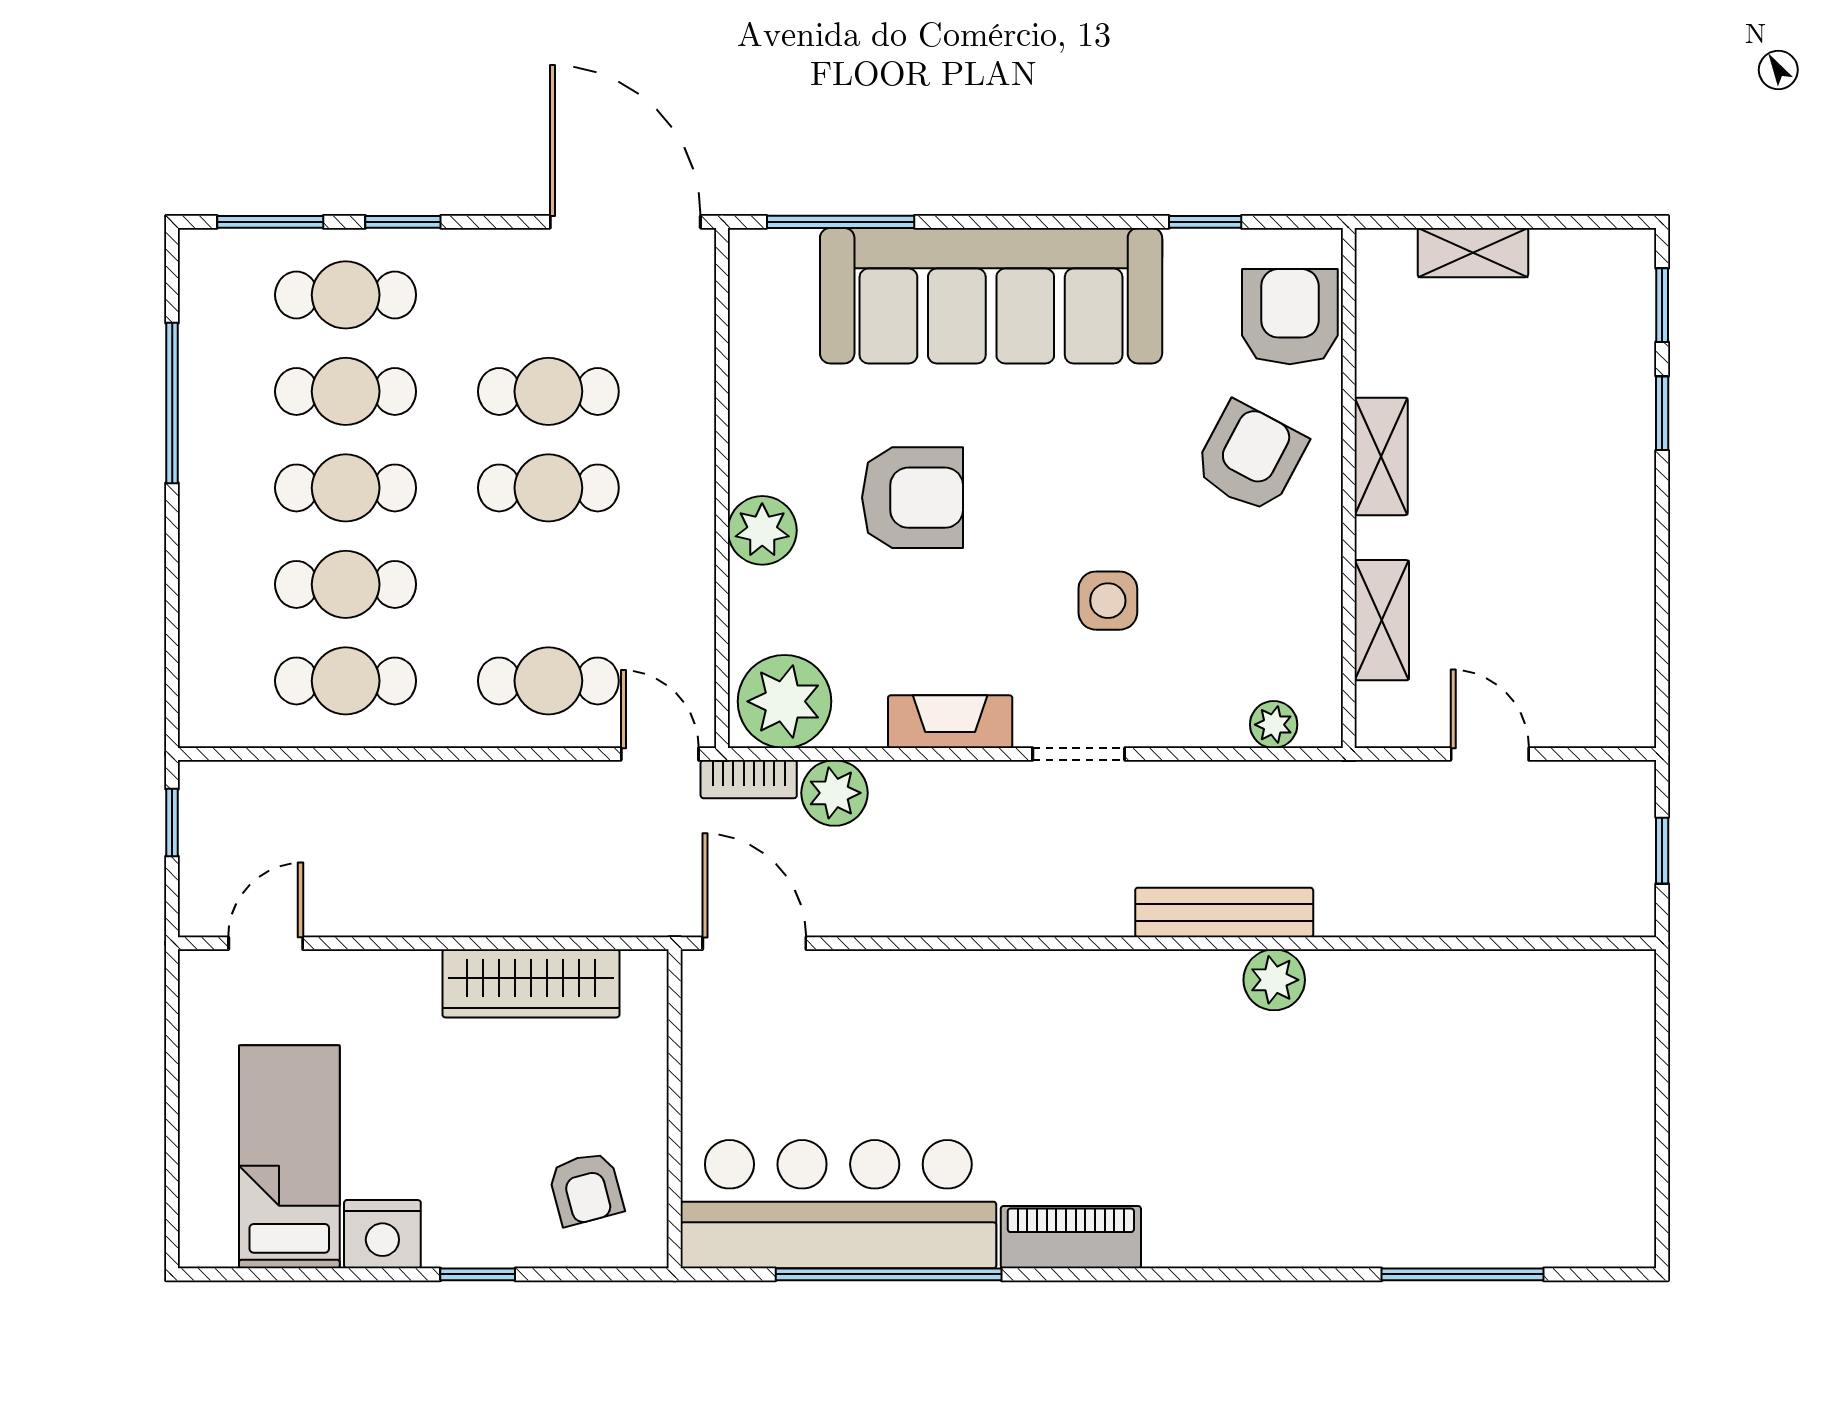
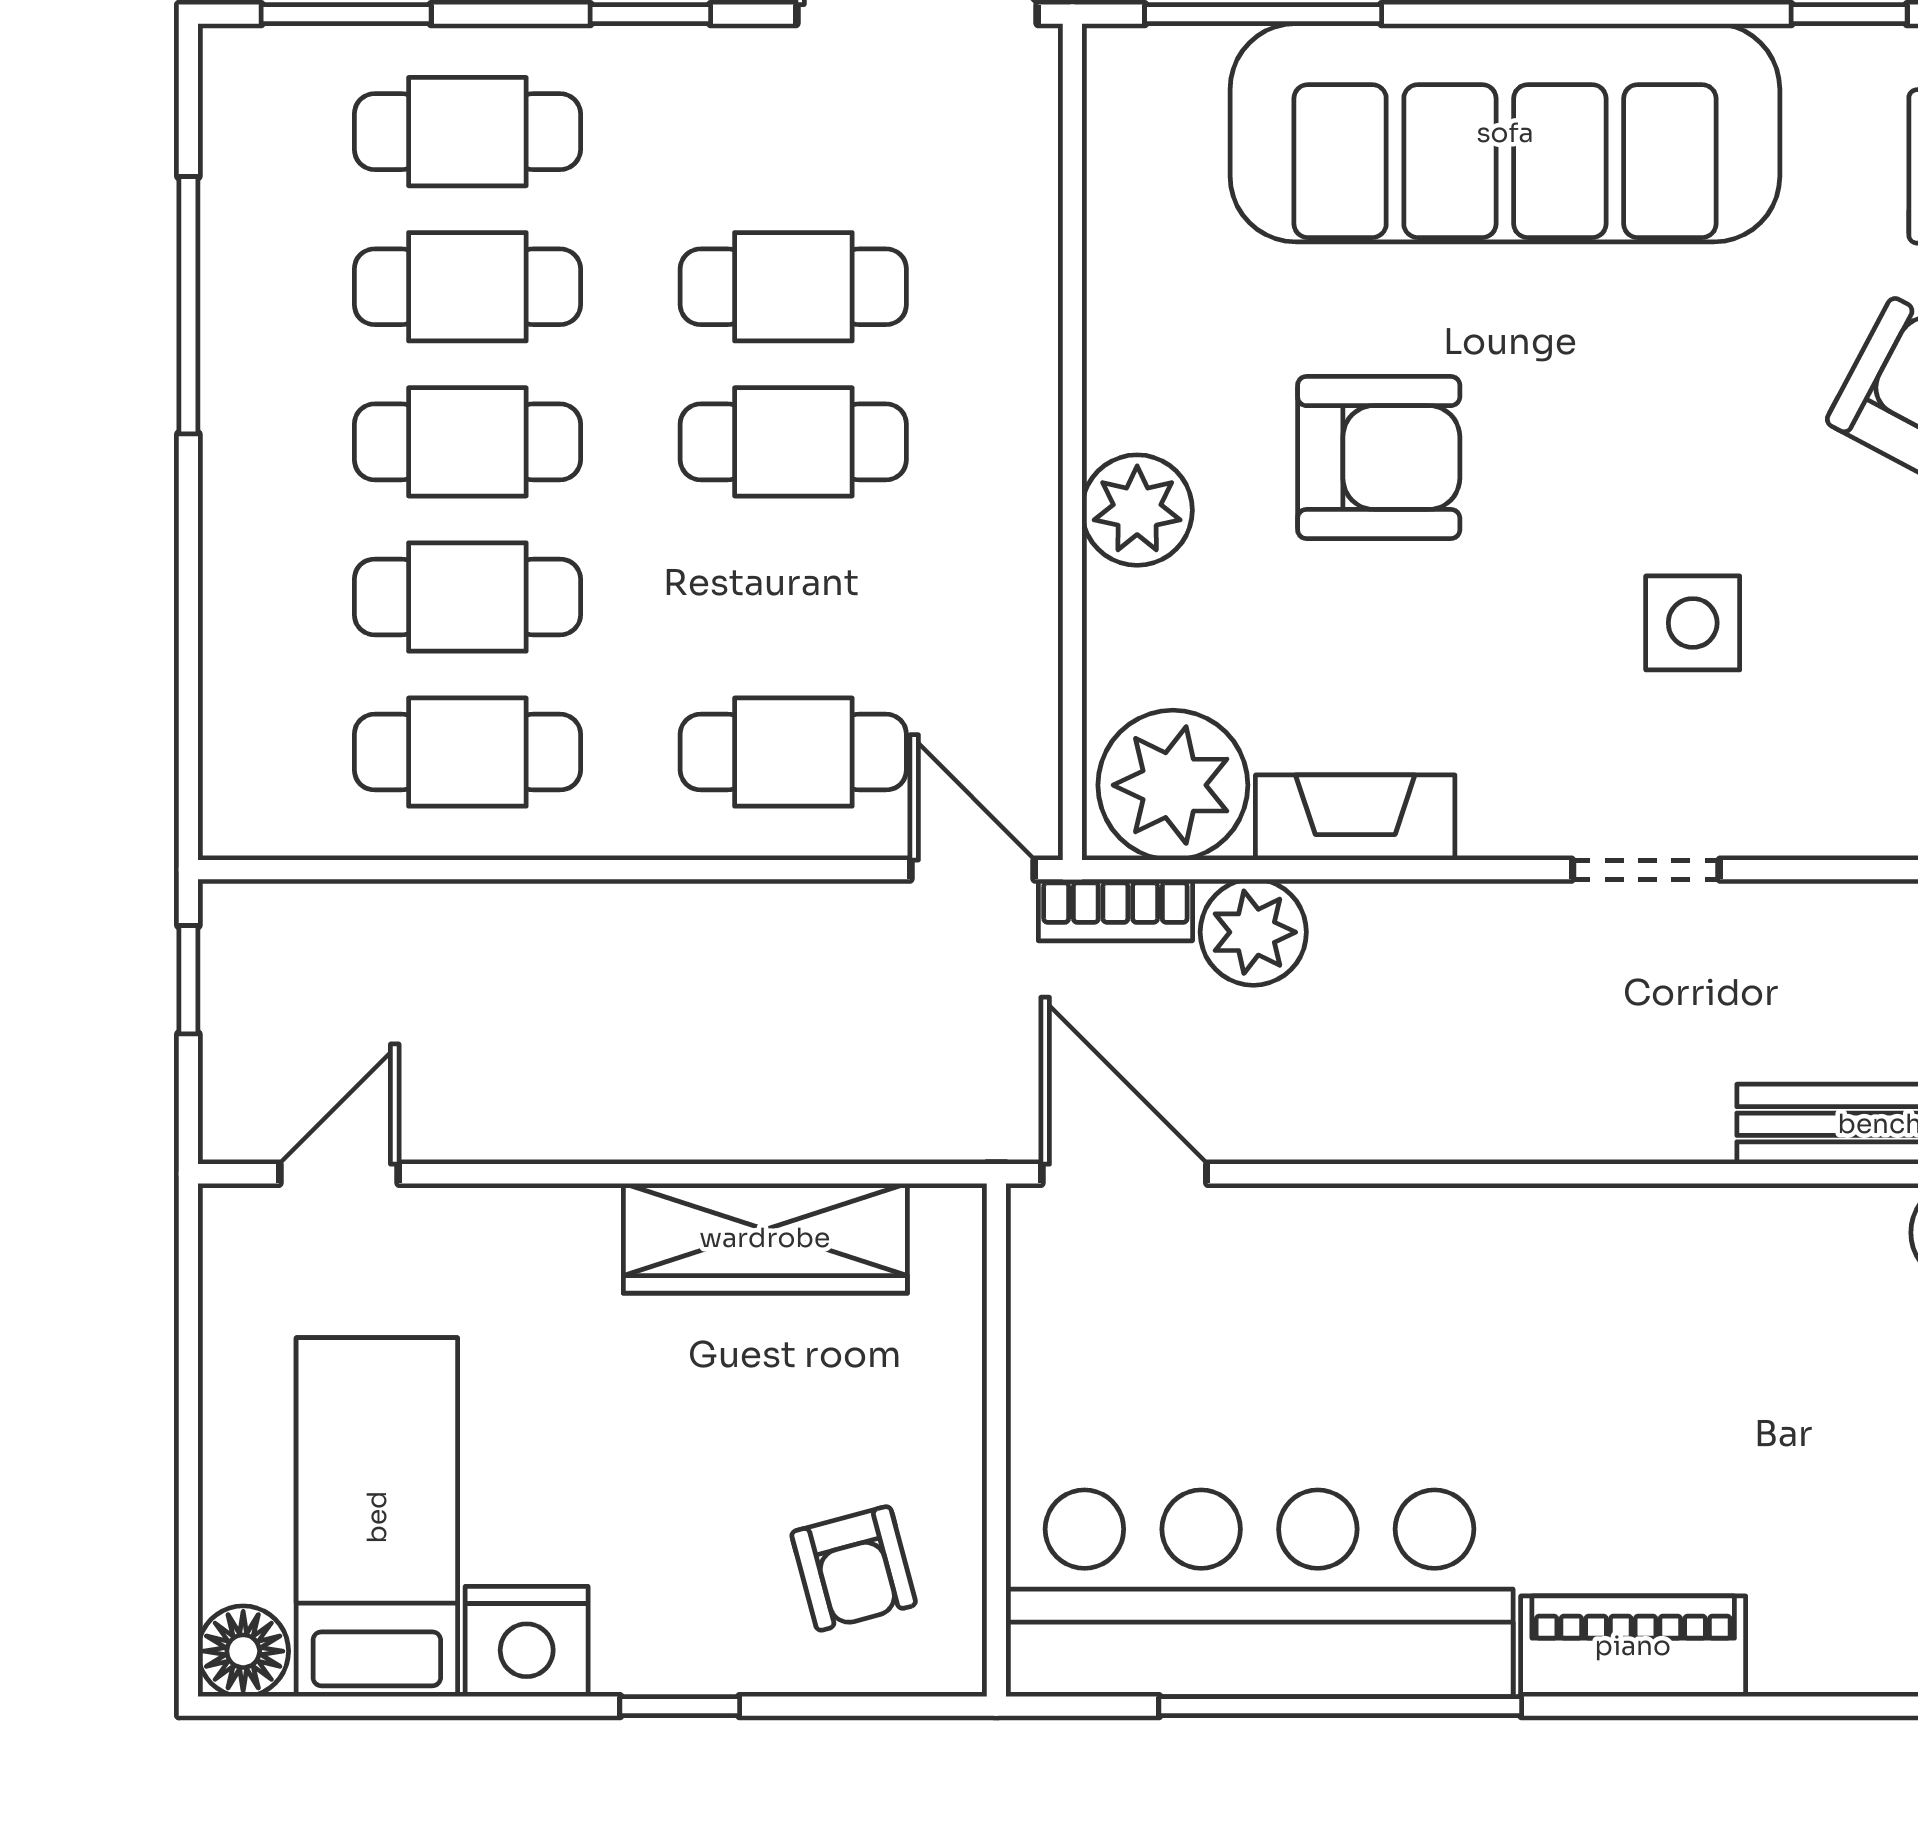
window: (403, 222) -> (650, 14), moved
fireplace: (950, 722) -> (1355, 817), moved
floor lamp: (206, 1240) -> (243, 1651), added

